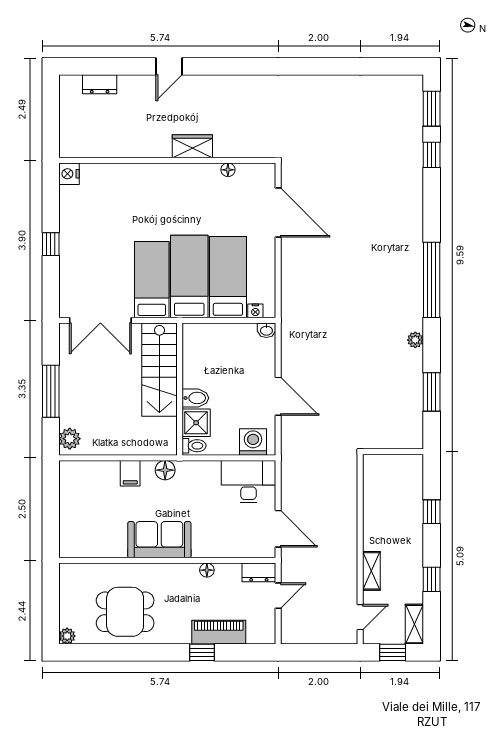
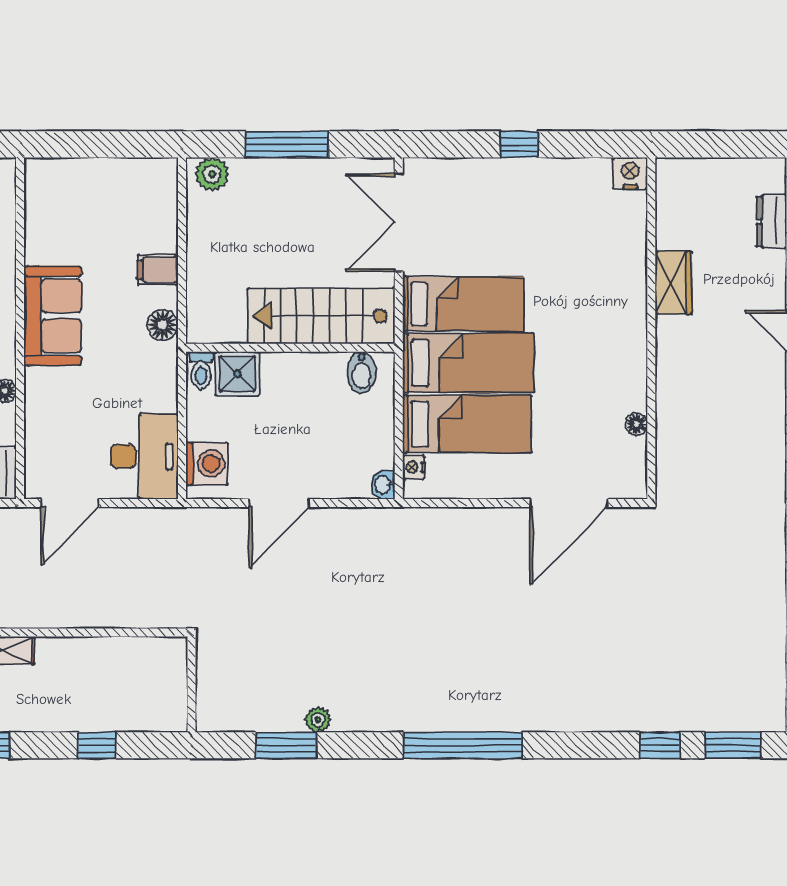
wardrobe: (192, 146) -> (673, 283), moved
plant: (415, 340) -> (318, 720), moved
bidet: (195, 398) -> (362, 372), moved

